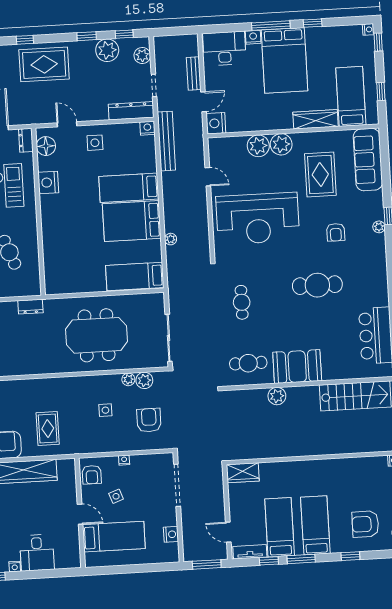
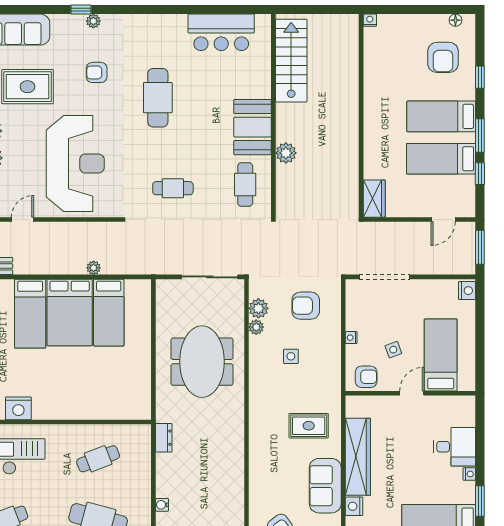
armchair: (336, 232) -> (97, 72), turned 180
bed: (135, 276) -> (109, 313), moved
nightstand: (171, 534) -> (467, 291), moved, turned 90
tv unit: (250, 552) -> (468, 195), removed

